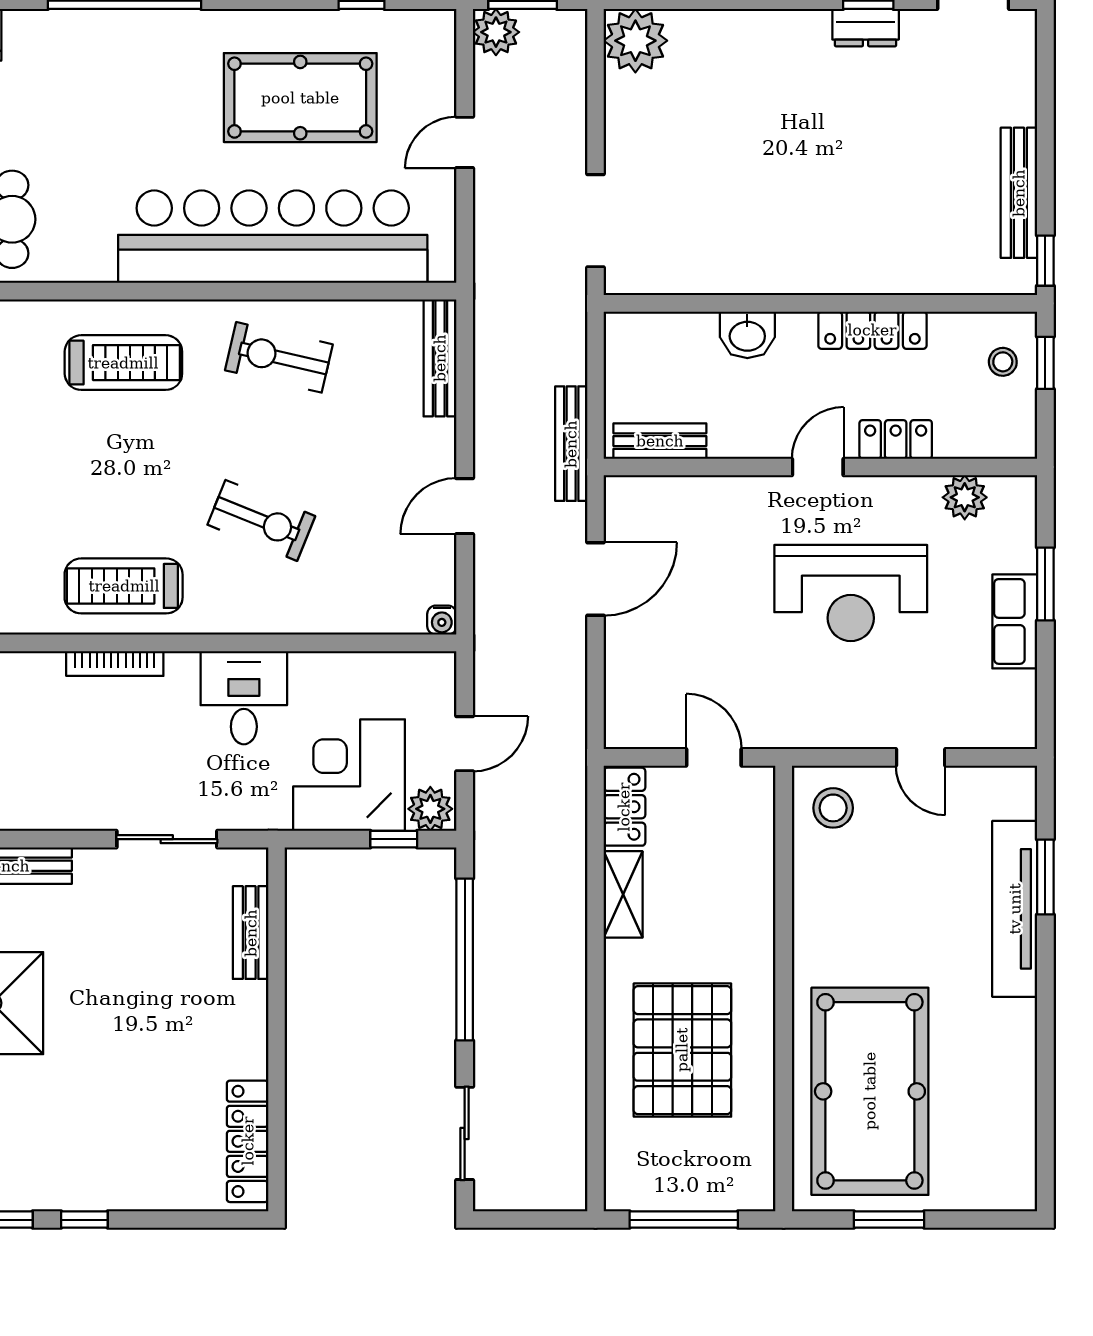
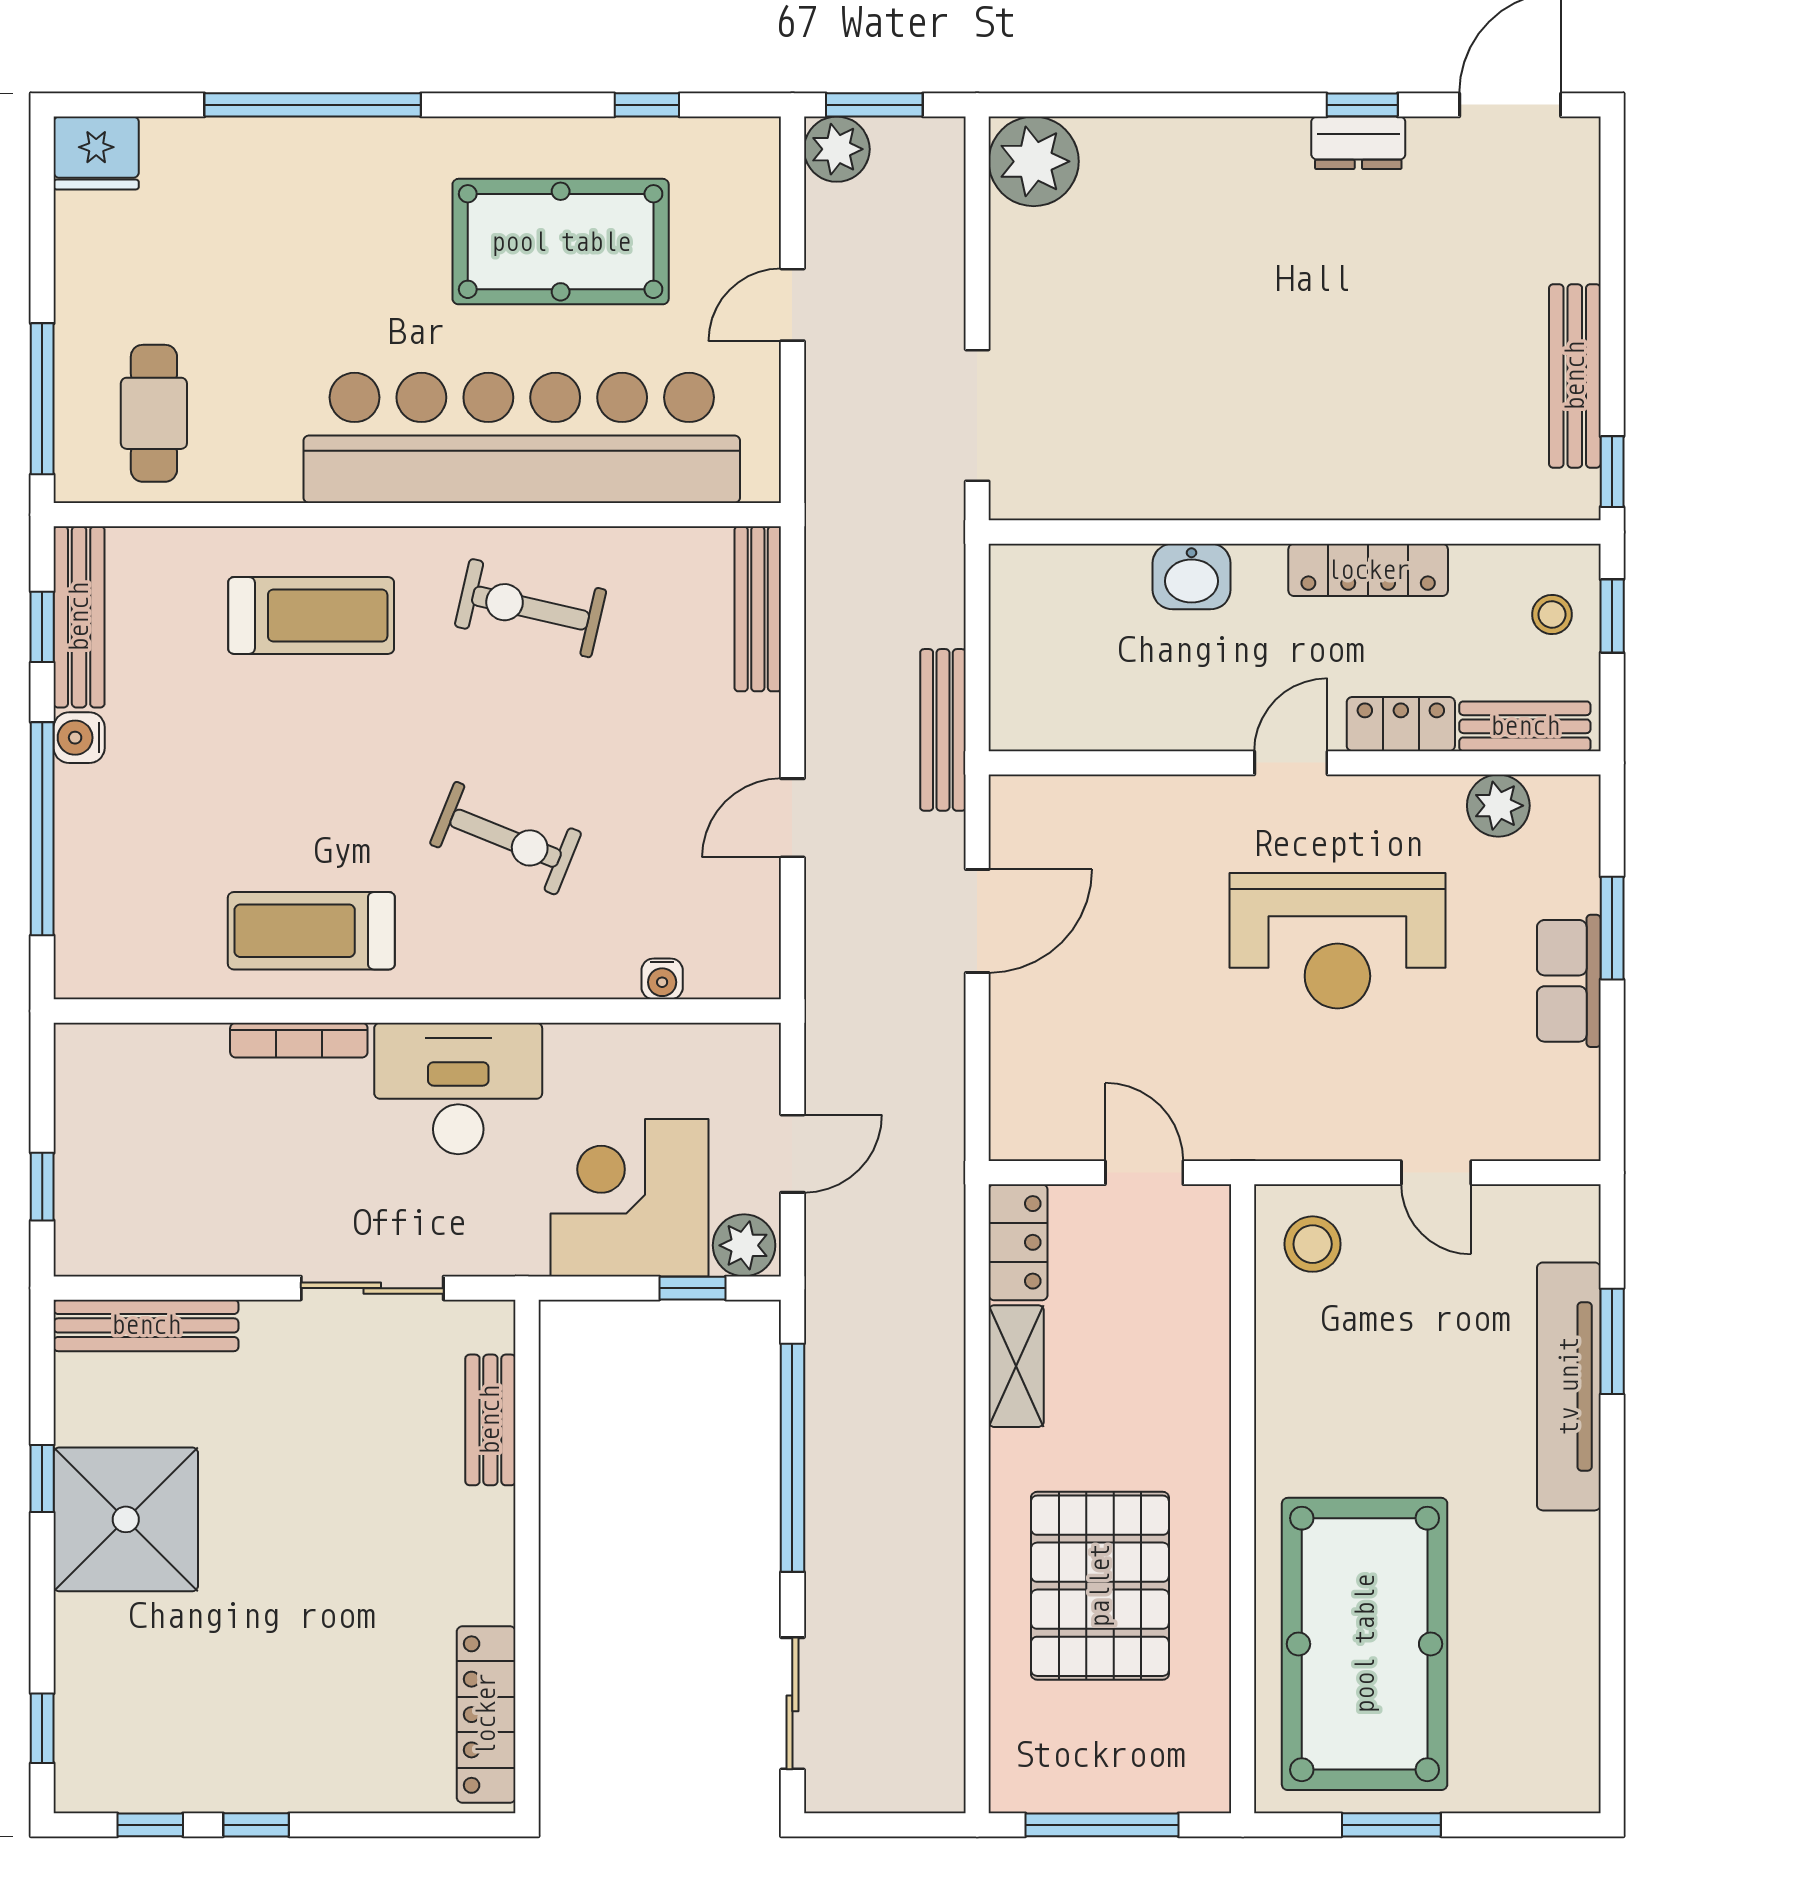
bench: (660, 441) -> (1525, 726), moved
water cooler: (442, 620) -> (662, 979), moved
desk: (244, 698) -> (458, 1088), width x1.37

